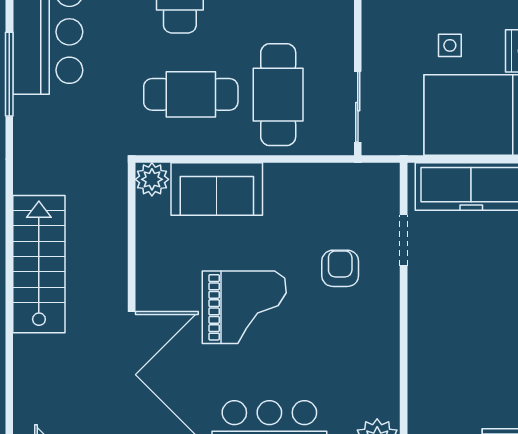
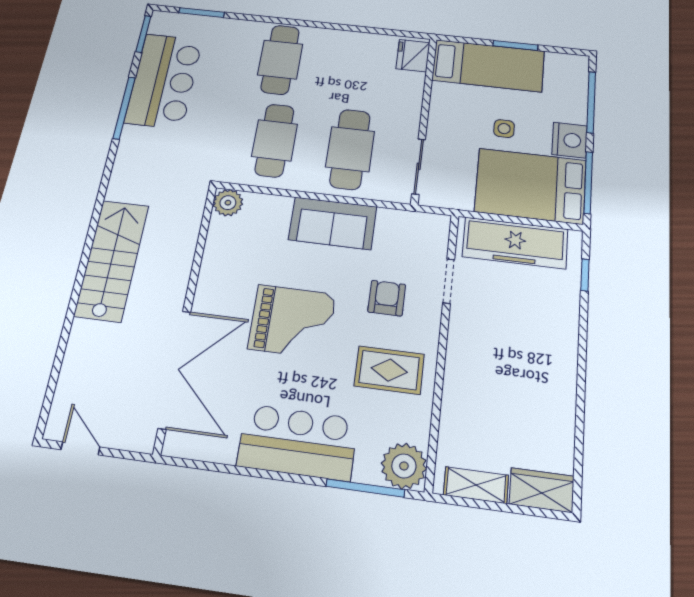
cafe table: (191, 94) -> (275, 140), turned 90
sofa: (217, 189) -> (333, 223), moved
rug: (352, 346) -> (389, 370), added

